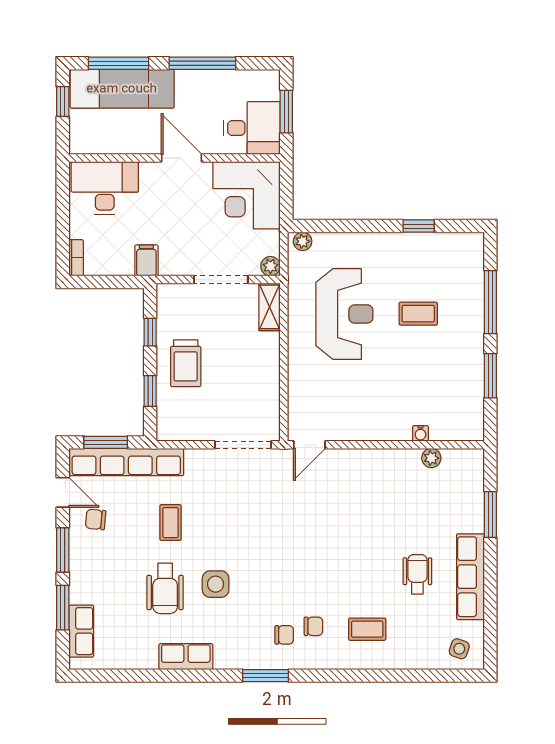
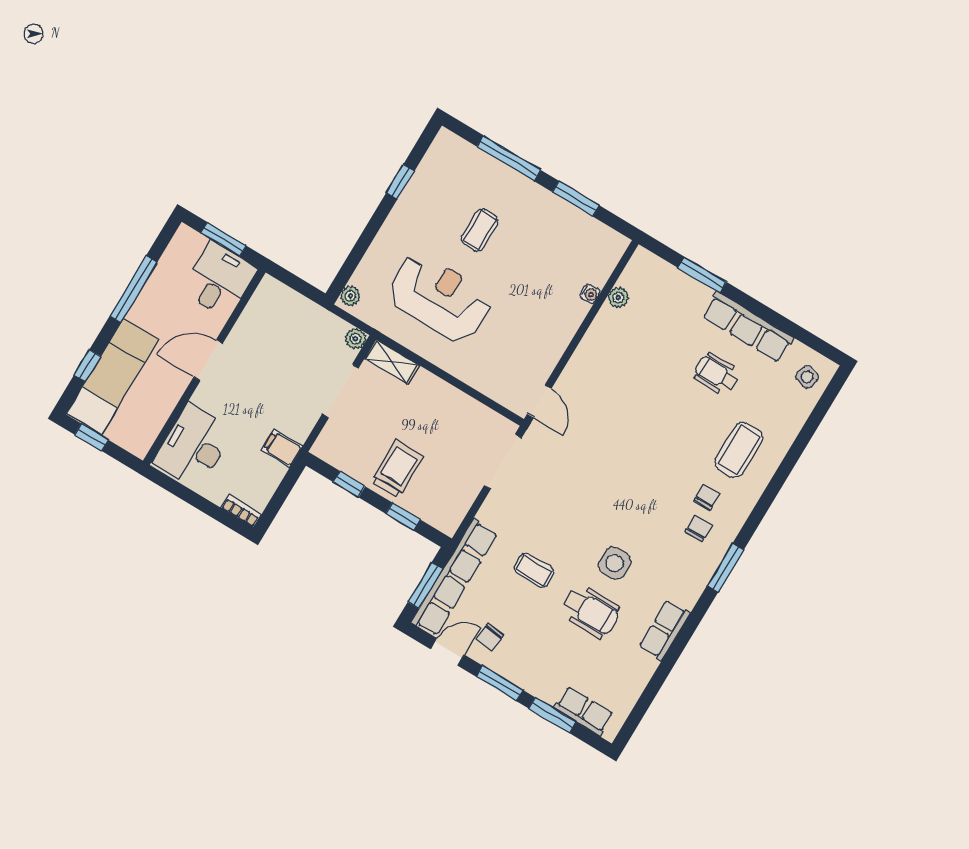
window: (118, 63) -> (87, 366), width x0.46
corner desk: (247, 195) -> (278, 321), removed
trolley: (186, 363) -> (397, 469), turned -90
coffee table: (367, 629) -> (739, 450), width x1.36, depth x1.30

